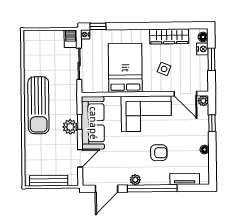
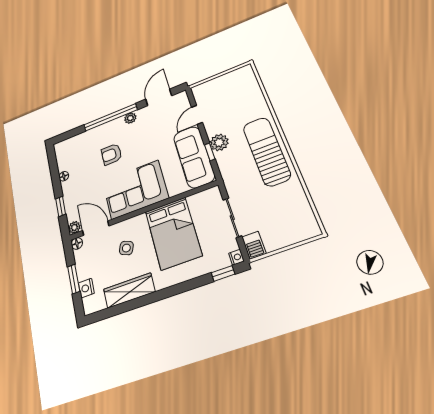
floor lamp: (203, 37) -> (77, 243), moved
tv unit: (185, 179) -> (79, 139), removed
bench: (49, 181) -> (225, 79), removed

